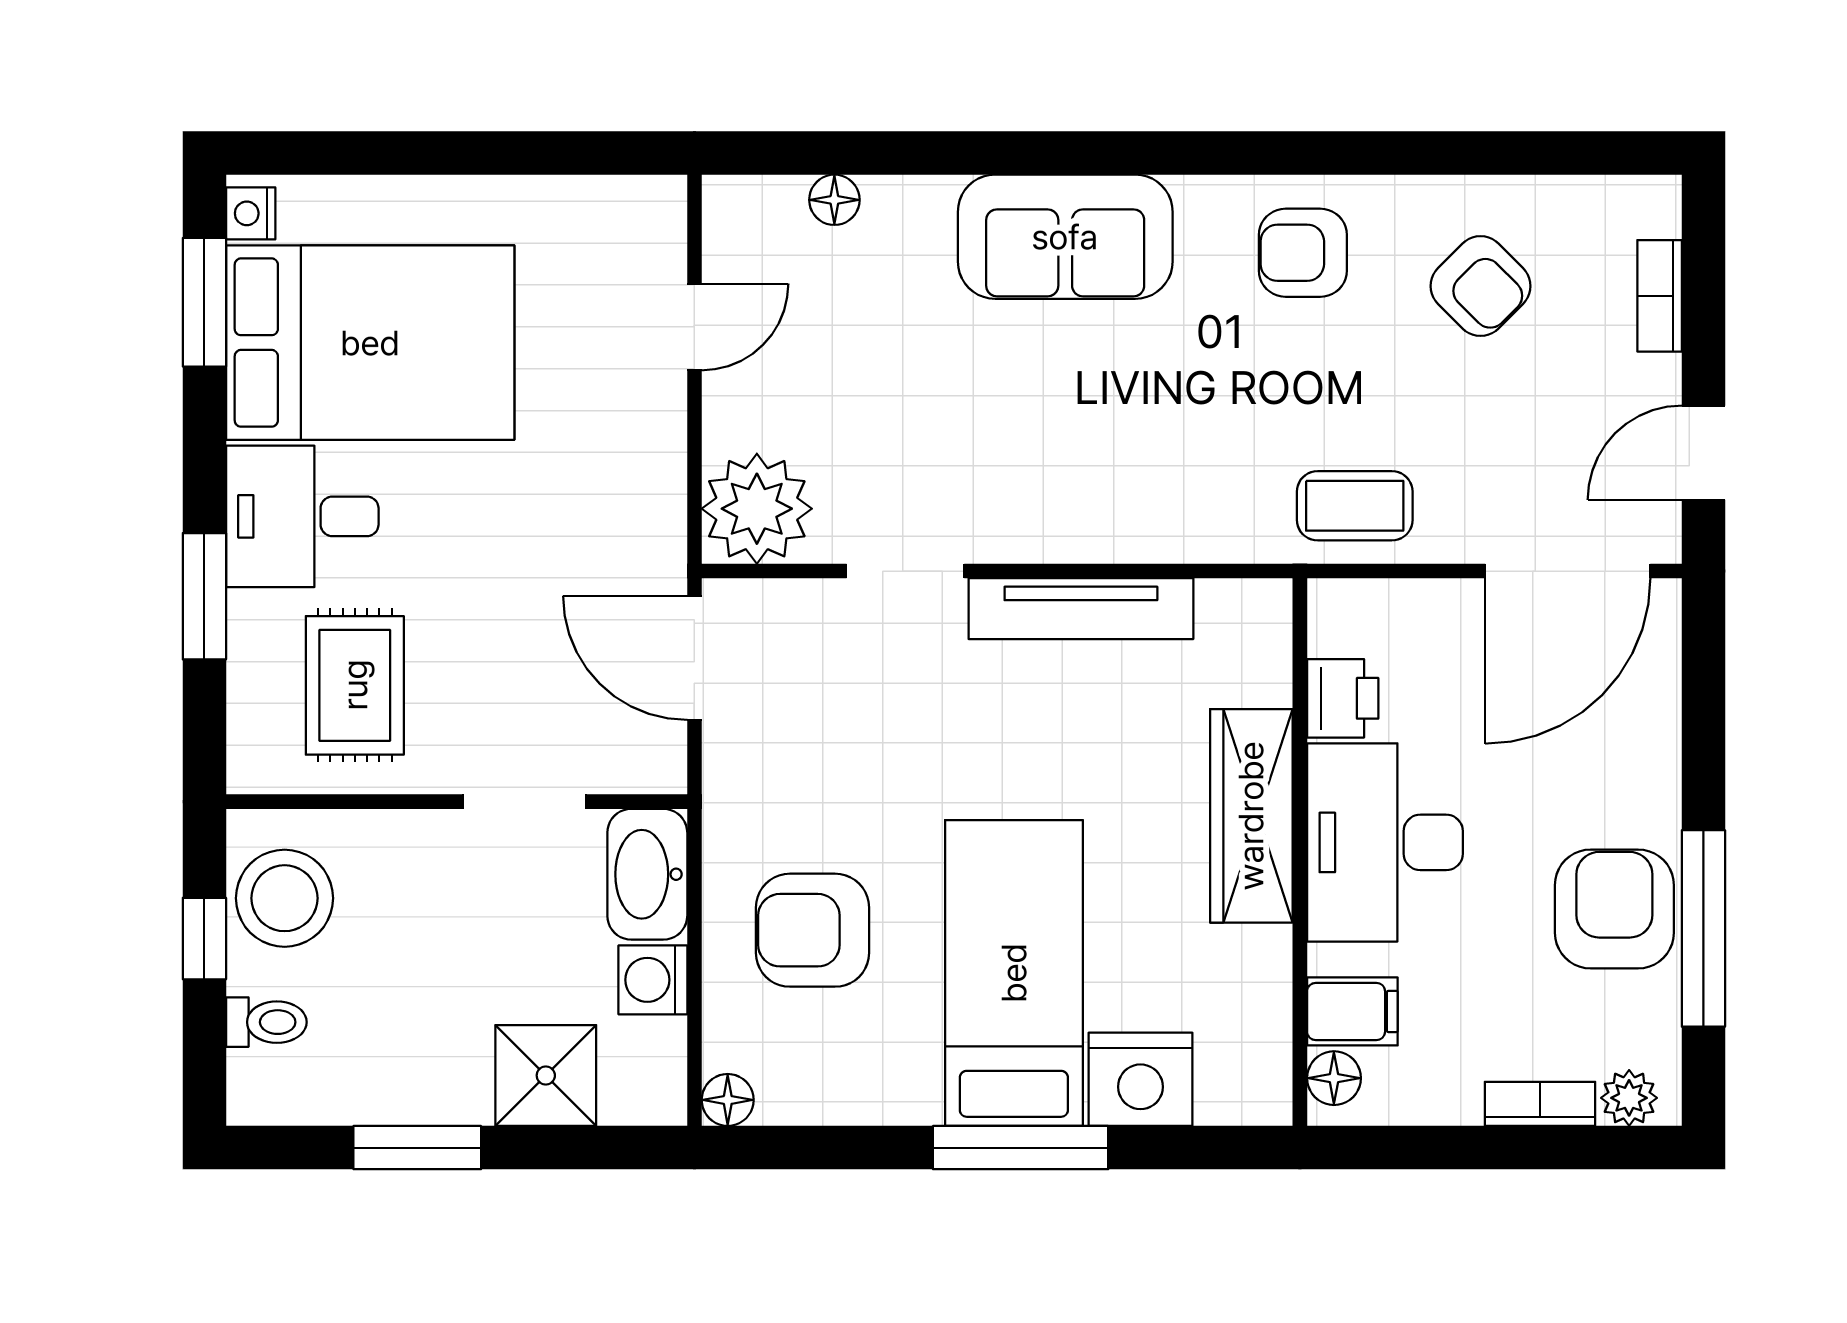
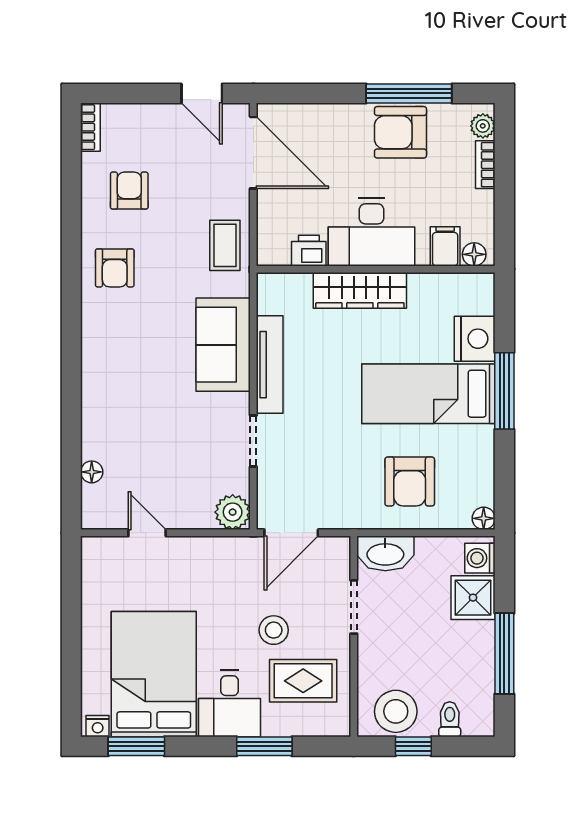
sofa: (1065, 237) -> (223, 345), moved, turned 180
armchair: (1481, 286) -> (129, 191), turned -45
bookcase: (1660, 296) -> (90, 127), moved, turned -90
plant: (757, 509) -> (233, 512), width x0.73, depth x0.73
stool: (471, 618) -> (274, 630), added
washing machine: (653, 980) -> (480, 558), moved, turned 90
window: (417, 1148) -> (504, 654), width x1.44

